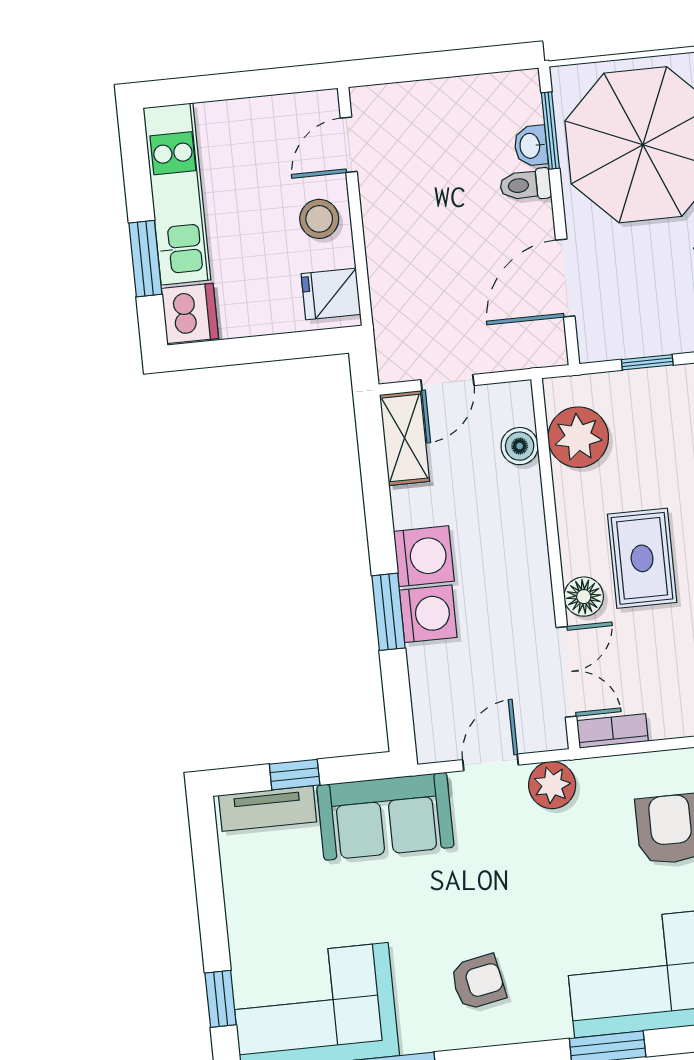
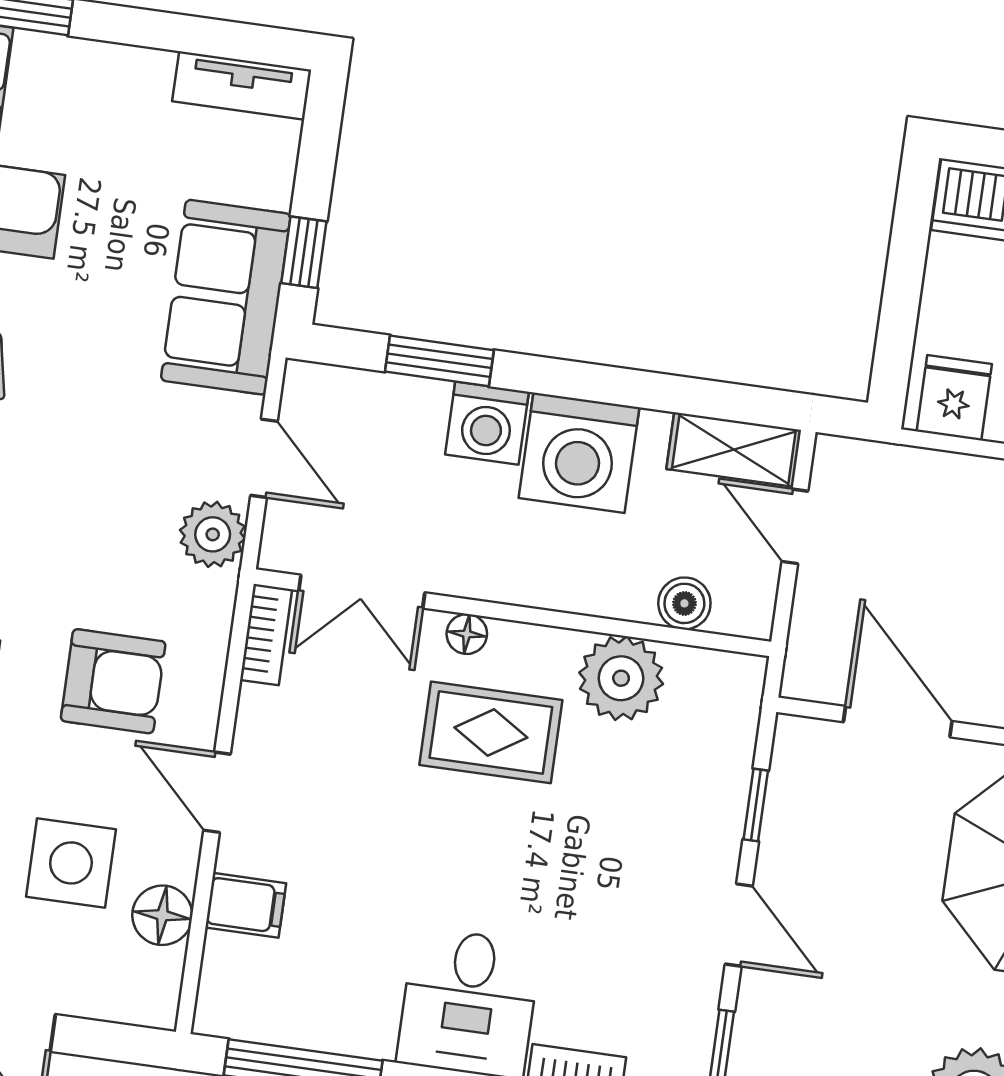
plant: (578, 437) -> (621, 678), moved
washing machine: (424, 556) -> (579, 453), width x1.37, depth x1.37
floor lamp: (584, 597) -> (467, 634), width x0.73, depth x0.73
window: (388, 612) -> (439, 361), moved
window: (295, 775) -> (304, 252), moved
tv unit: (268, 809) -> (242, 85), moved, turned -90

